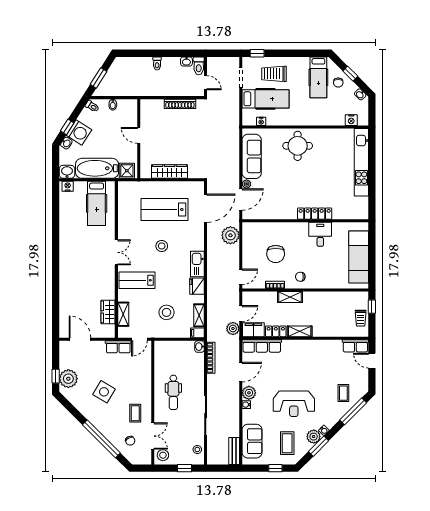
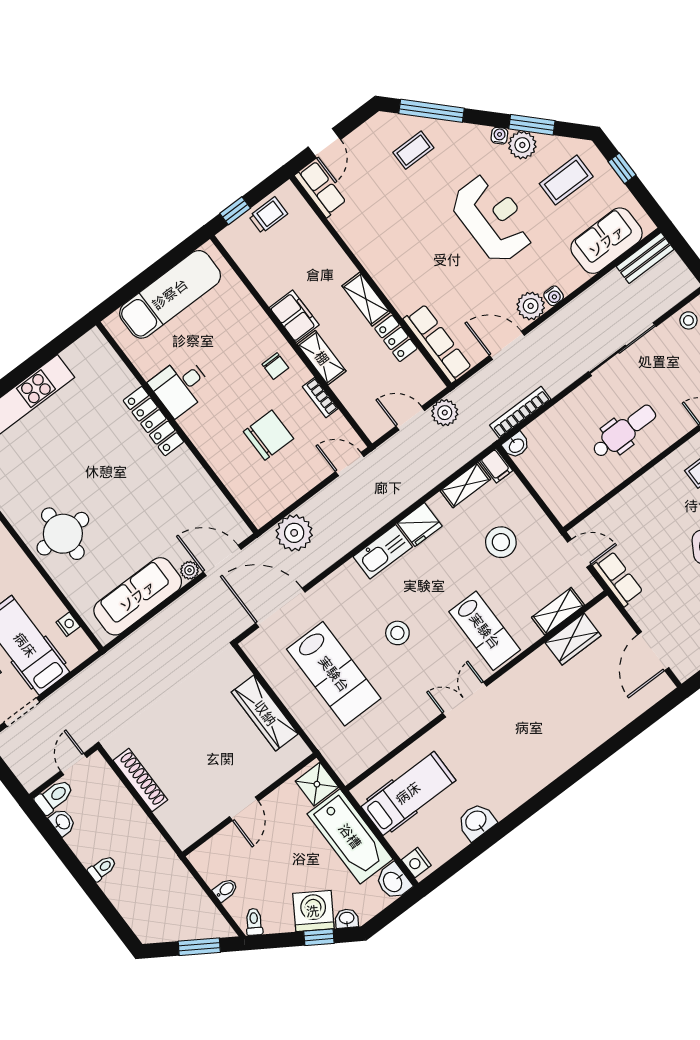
washbasin: (66, 221) -> (476, 821), added
filing cabinet: (253, 330) -> (294, 316), moved, turned 180

